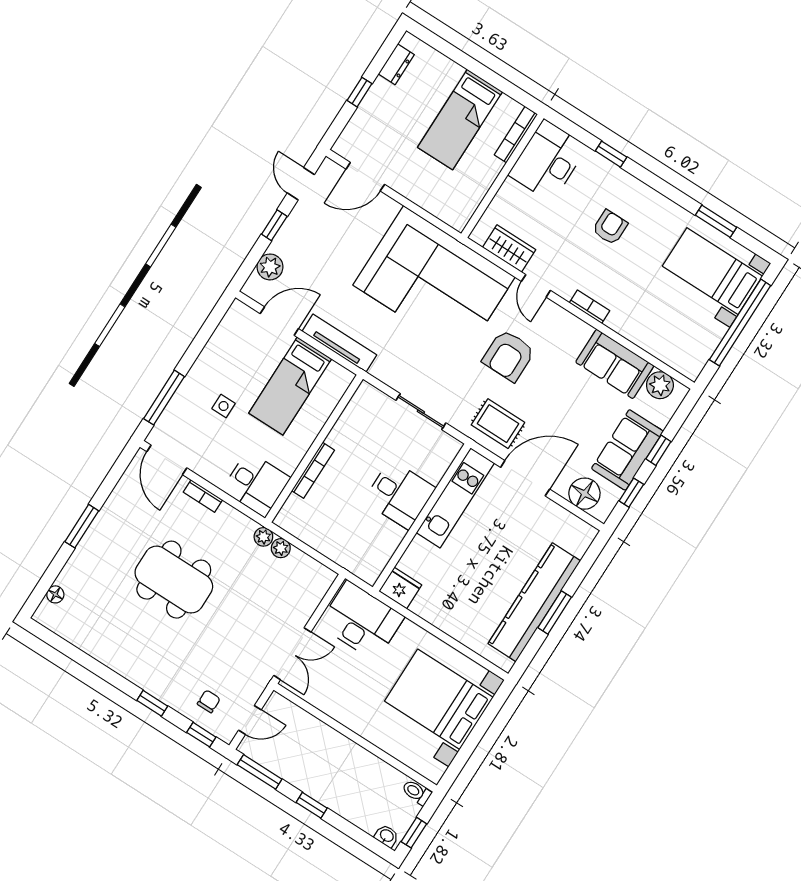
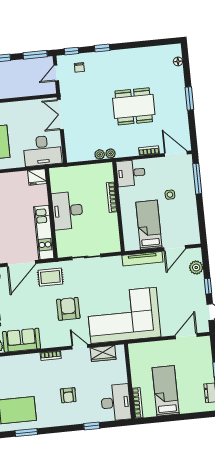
desk: (399, 494) -> (68, 211), width x1.37

